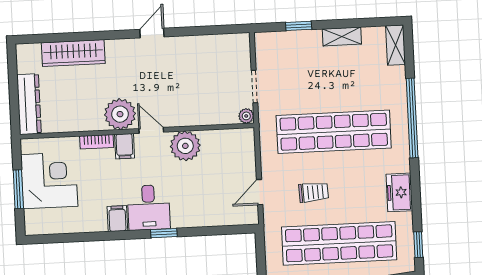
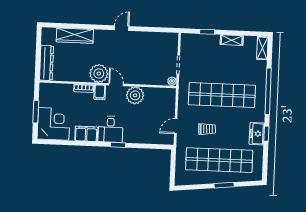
corner desk: (49, 180) -> (54, 124), moved
filing cabinet: (117, 219) -> (86, 134), width x2.00
window: (418, 245) -> (266, 134), moved

